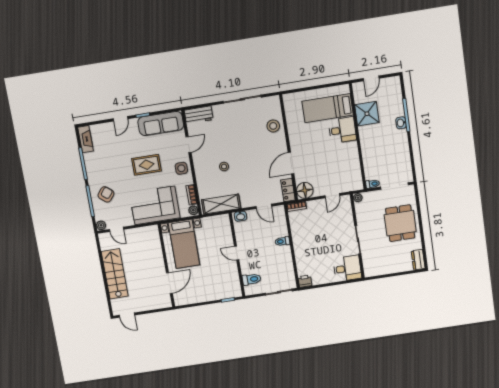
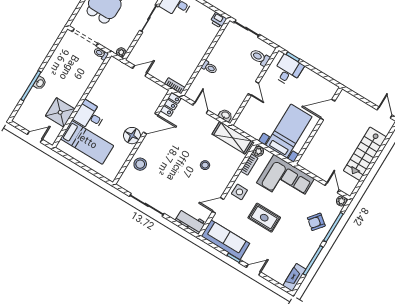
floor lamp: (305, 190) -> (132, 136), moved
desk: (223, 287) -> (288, 70), added

